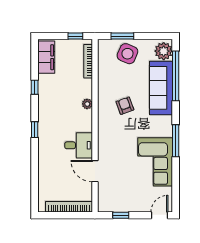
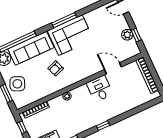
corner sofa: (155, 162) -> (70, 35), moved
door: (95, 171) -> (113, 68), swing flipped
plant: (126, 205) -> (127, 35), added

